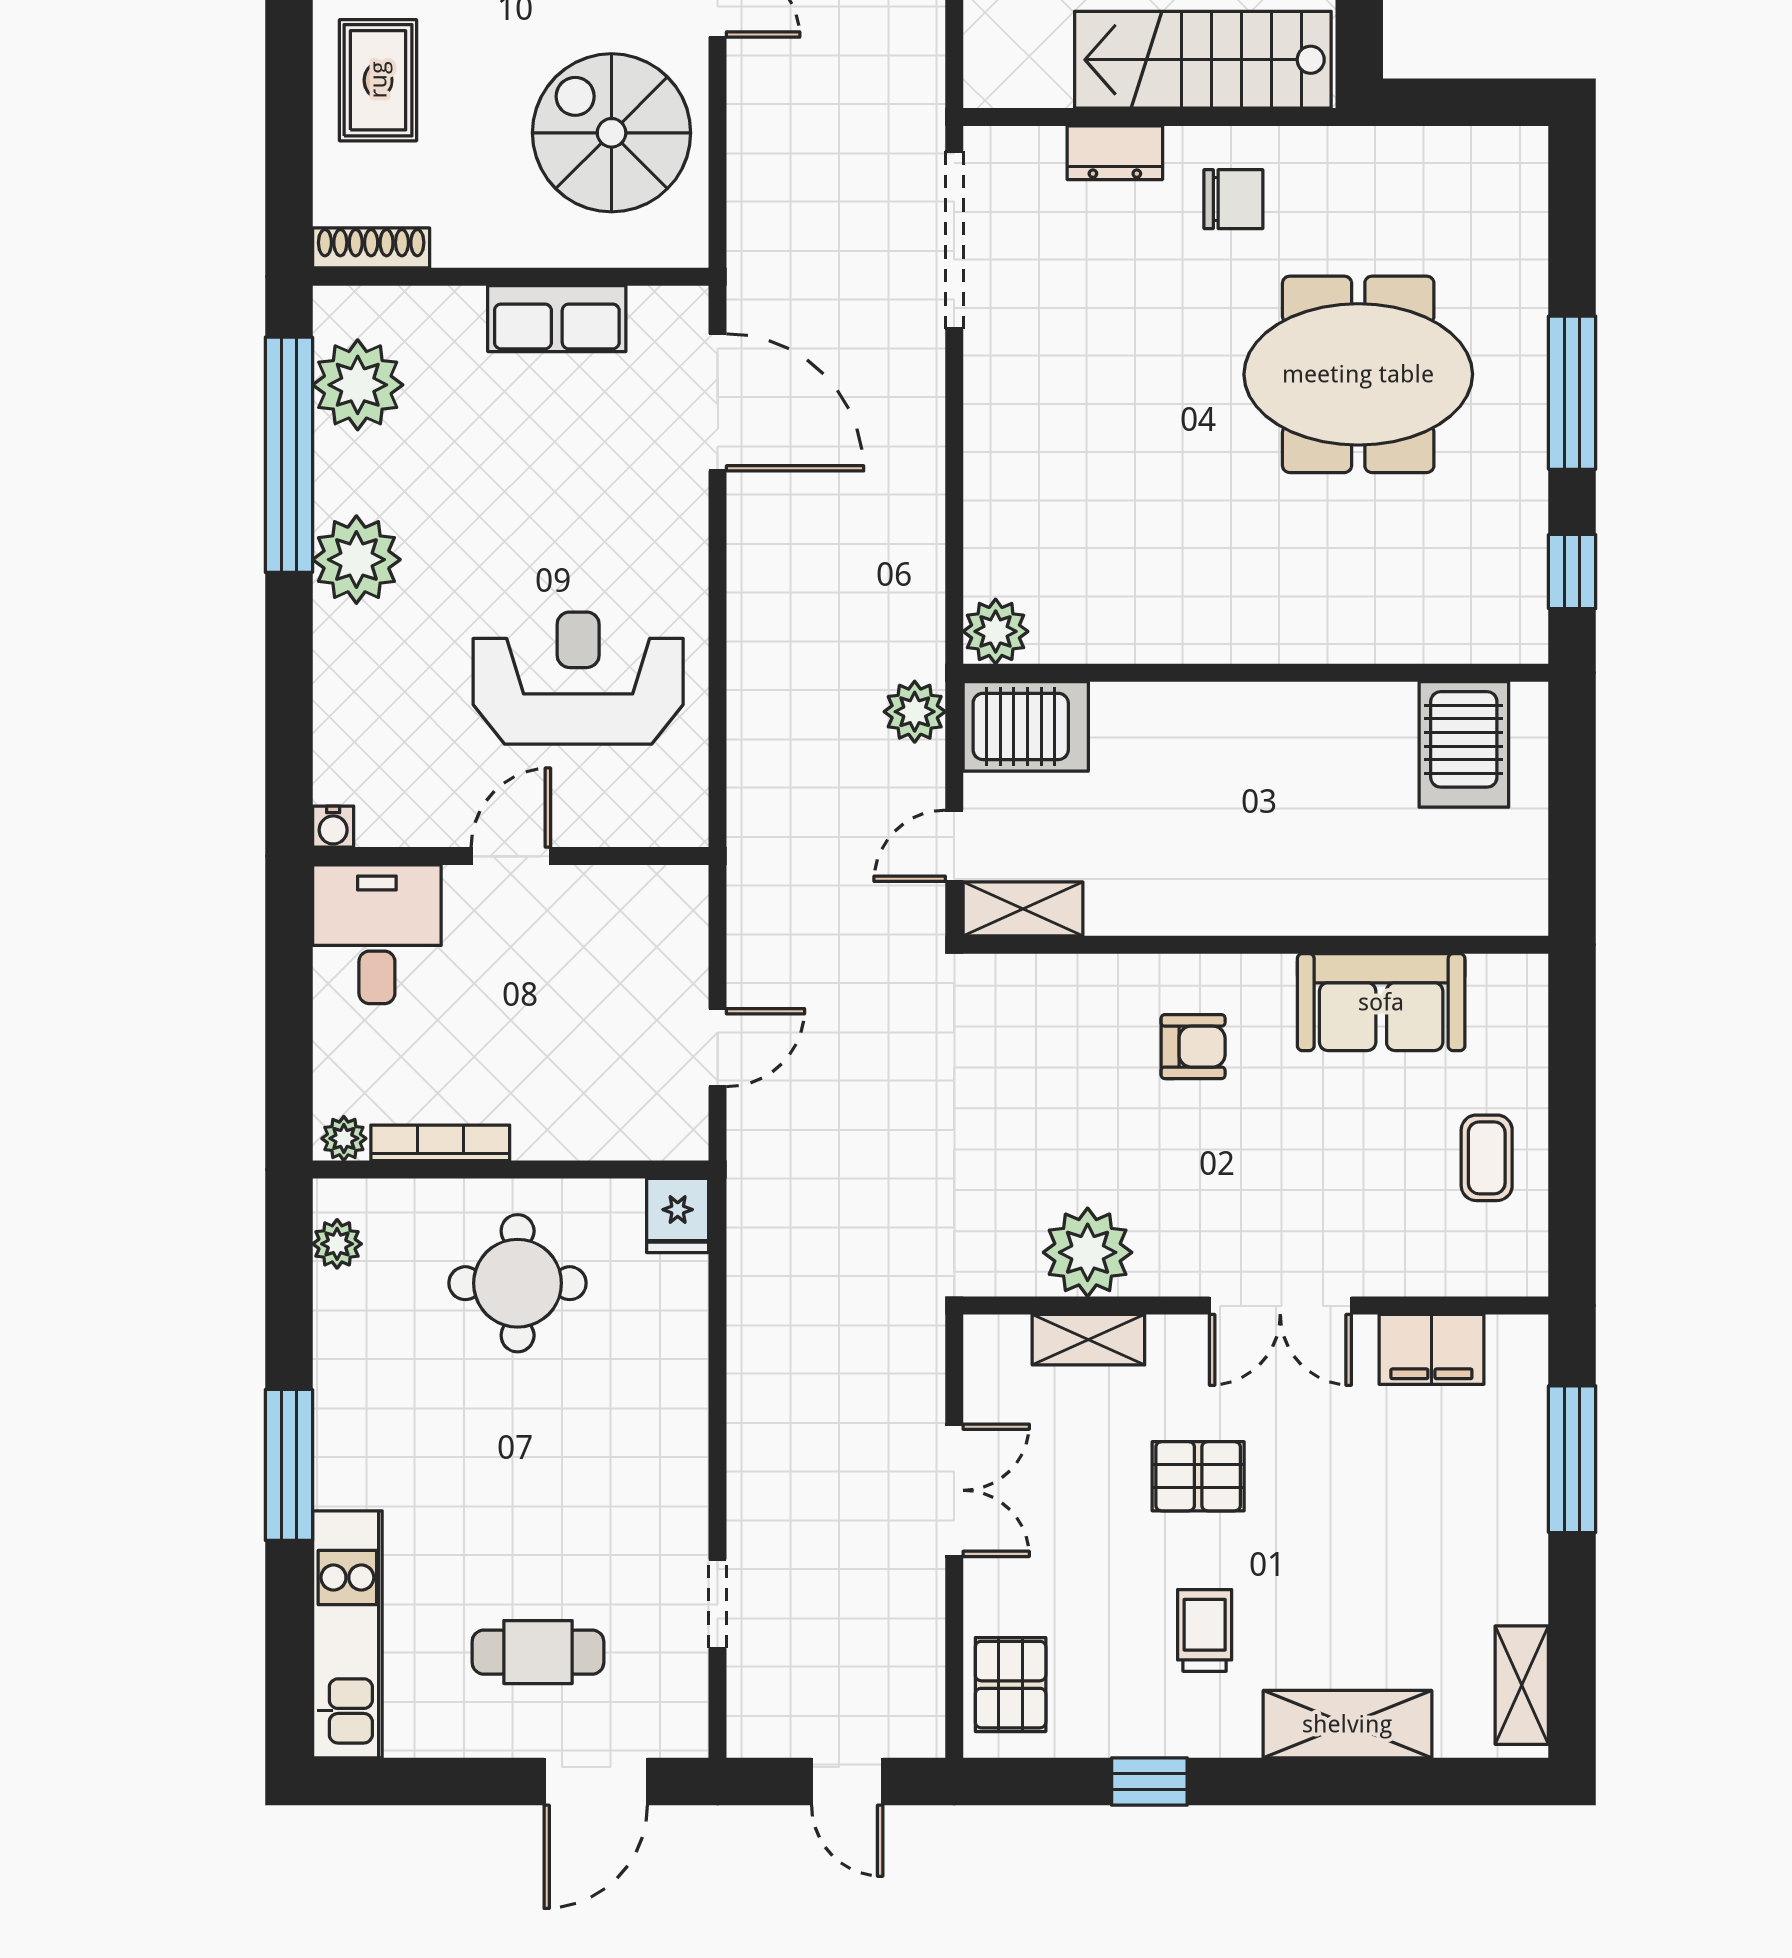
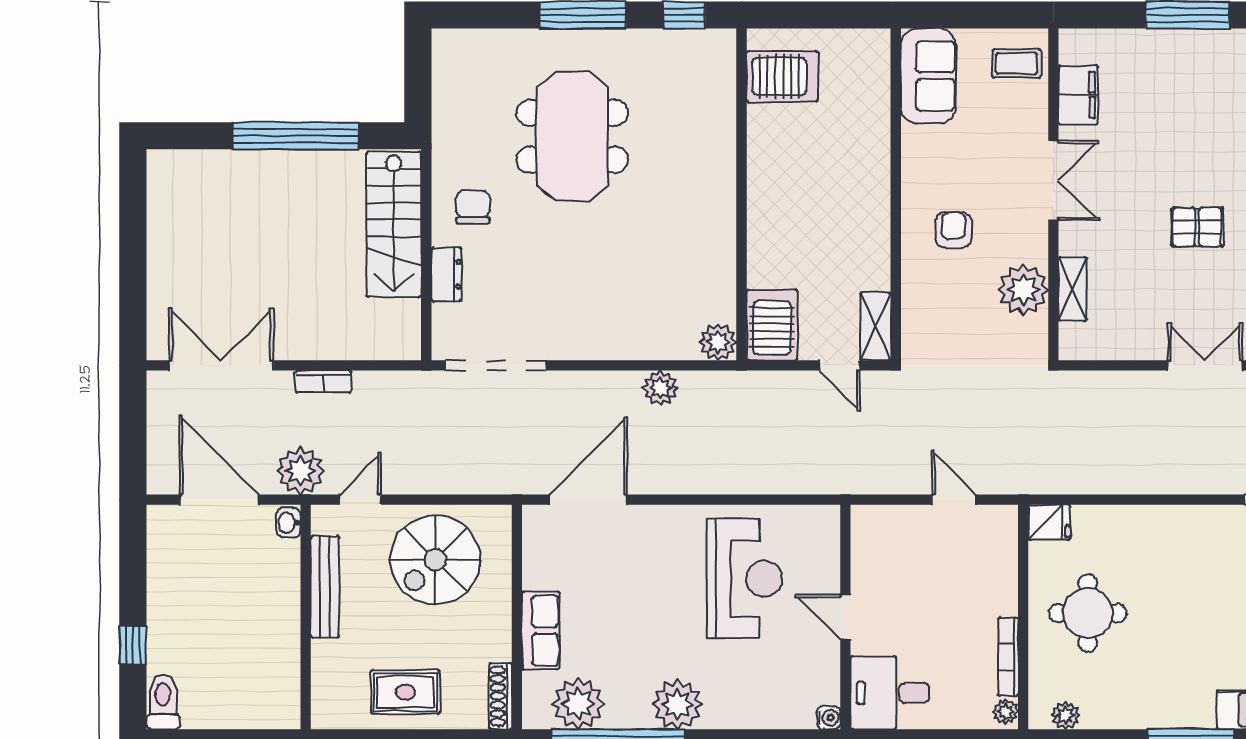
row of seats: (557, 319) -> (541, 631), moved
reception desk: (578, 678) -> (745, 579), turned 180
plant: (915, 712) -> (660, 388), moved
sofa: (1381, 1002) -> (928, 76), moved
plant: (1088, 1252) -> (1023, 290), moved
wall: (1256, 1306) -> (1053, 194), moved
double door: (1280, 1306) -> (1053, 180), moved
shelving: (1088, 1340) -> (1073, 289), moved
filing cabinet: (1431, 1349) -> (1078, 95), moved
pallet: (1198, 1476) -> (1197, 227), turned 90

